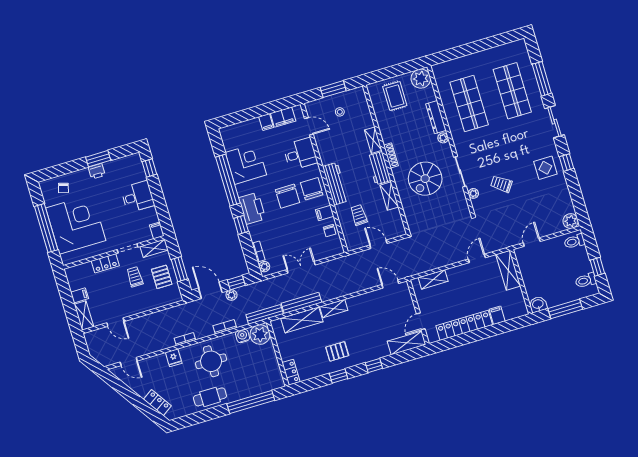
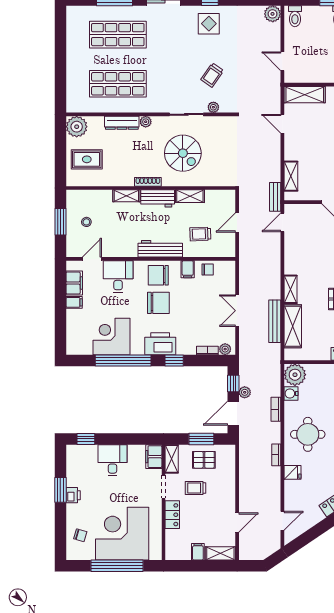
filing cabinet: (157, 230) -> (154, 457), width x2.00
bench: (265, 314) -> (275, 197), moved, width x0.73

